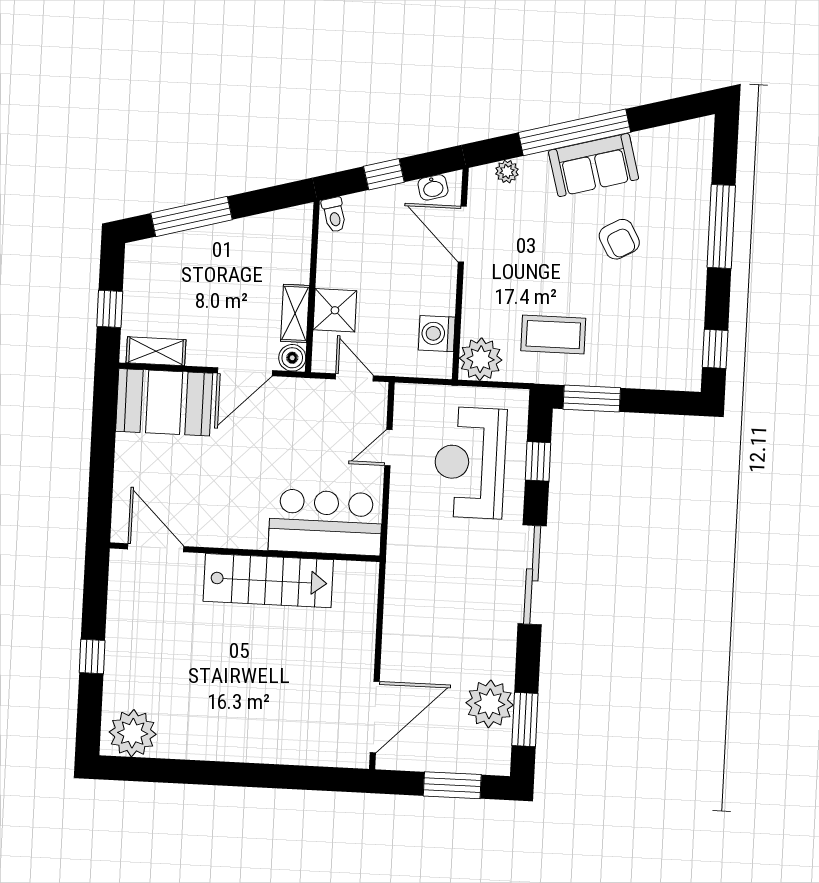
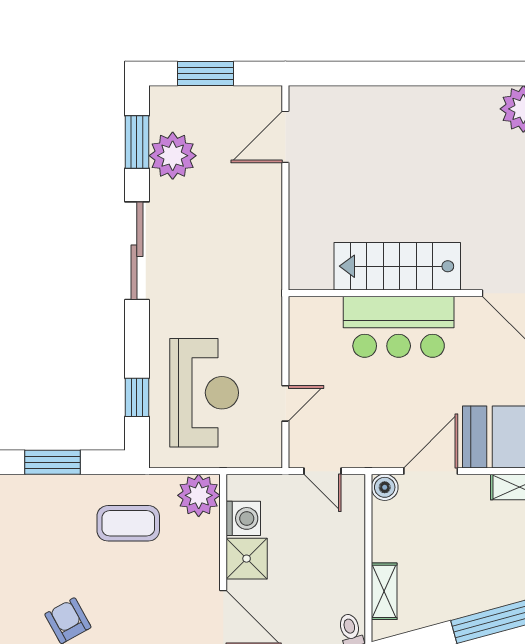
shower: (335, 310) -> (247, 559), moved
shelving: (295, 313) -> (384, 591), moved
window: (592, 398) -> (52, 462), moved
bar counter: (326, 522) -> (399, 327), moved
sliding door: (532, 575) -> (137, 251), moved
door: (375, 717) -> (285, 137), width x0.73

